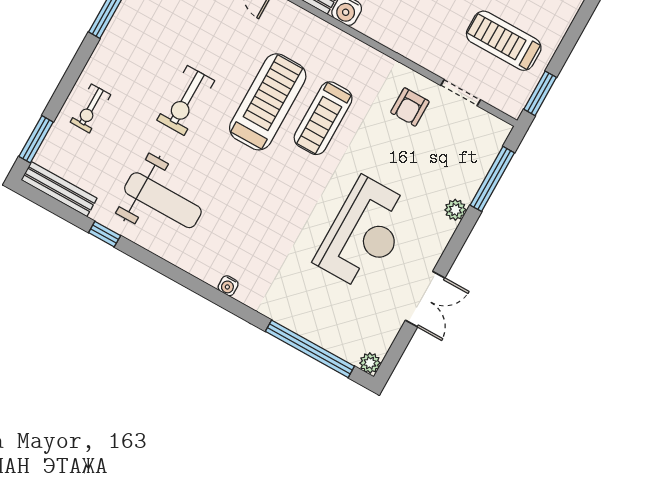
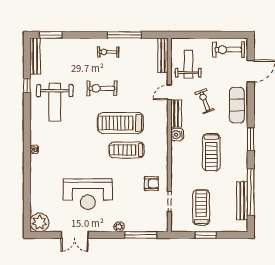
window: (540, 93) -> (206, 235), moved
treadmill: (268, 102) -> (120, 123), turned 180
armchair: (410, 107) -> (151, 184), turned 180
exercise bike: (90, 108) -> (108, 52), moved
window: (310, 349) -> (27, 198), removed
plant: (370, 363) -> (39, 222), width x1.88, depth x1.88

